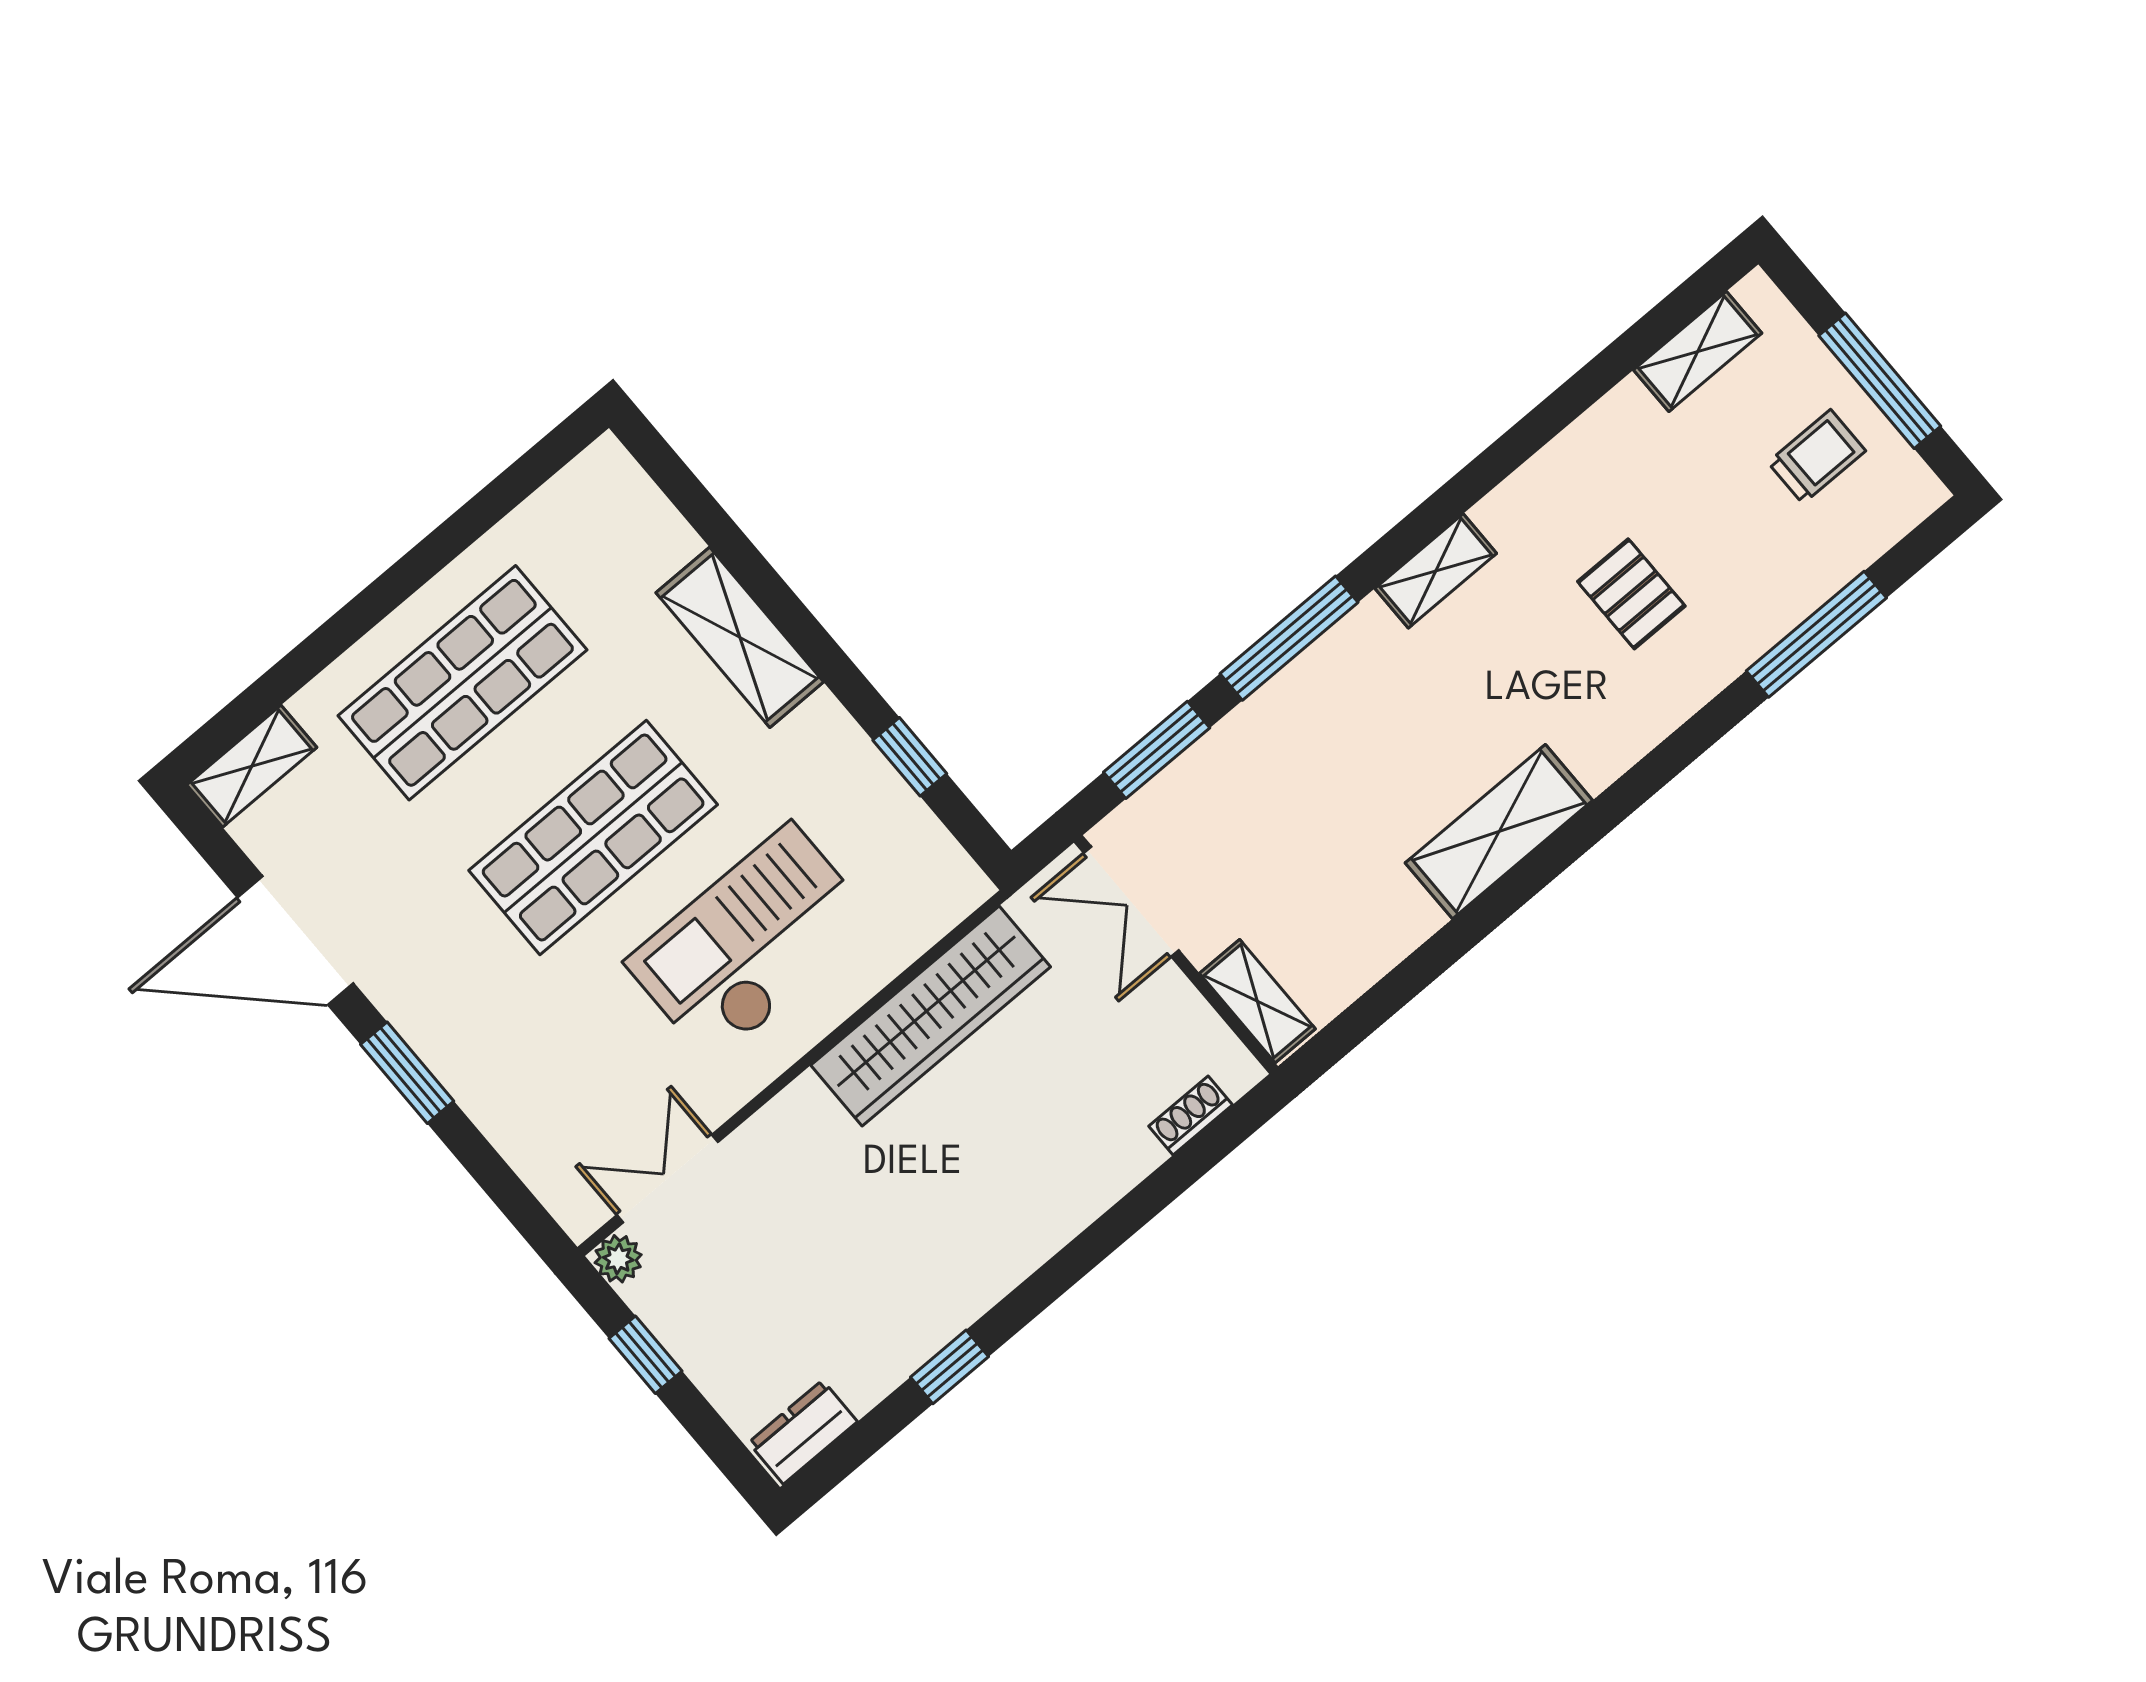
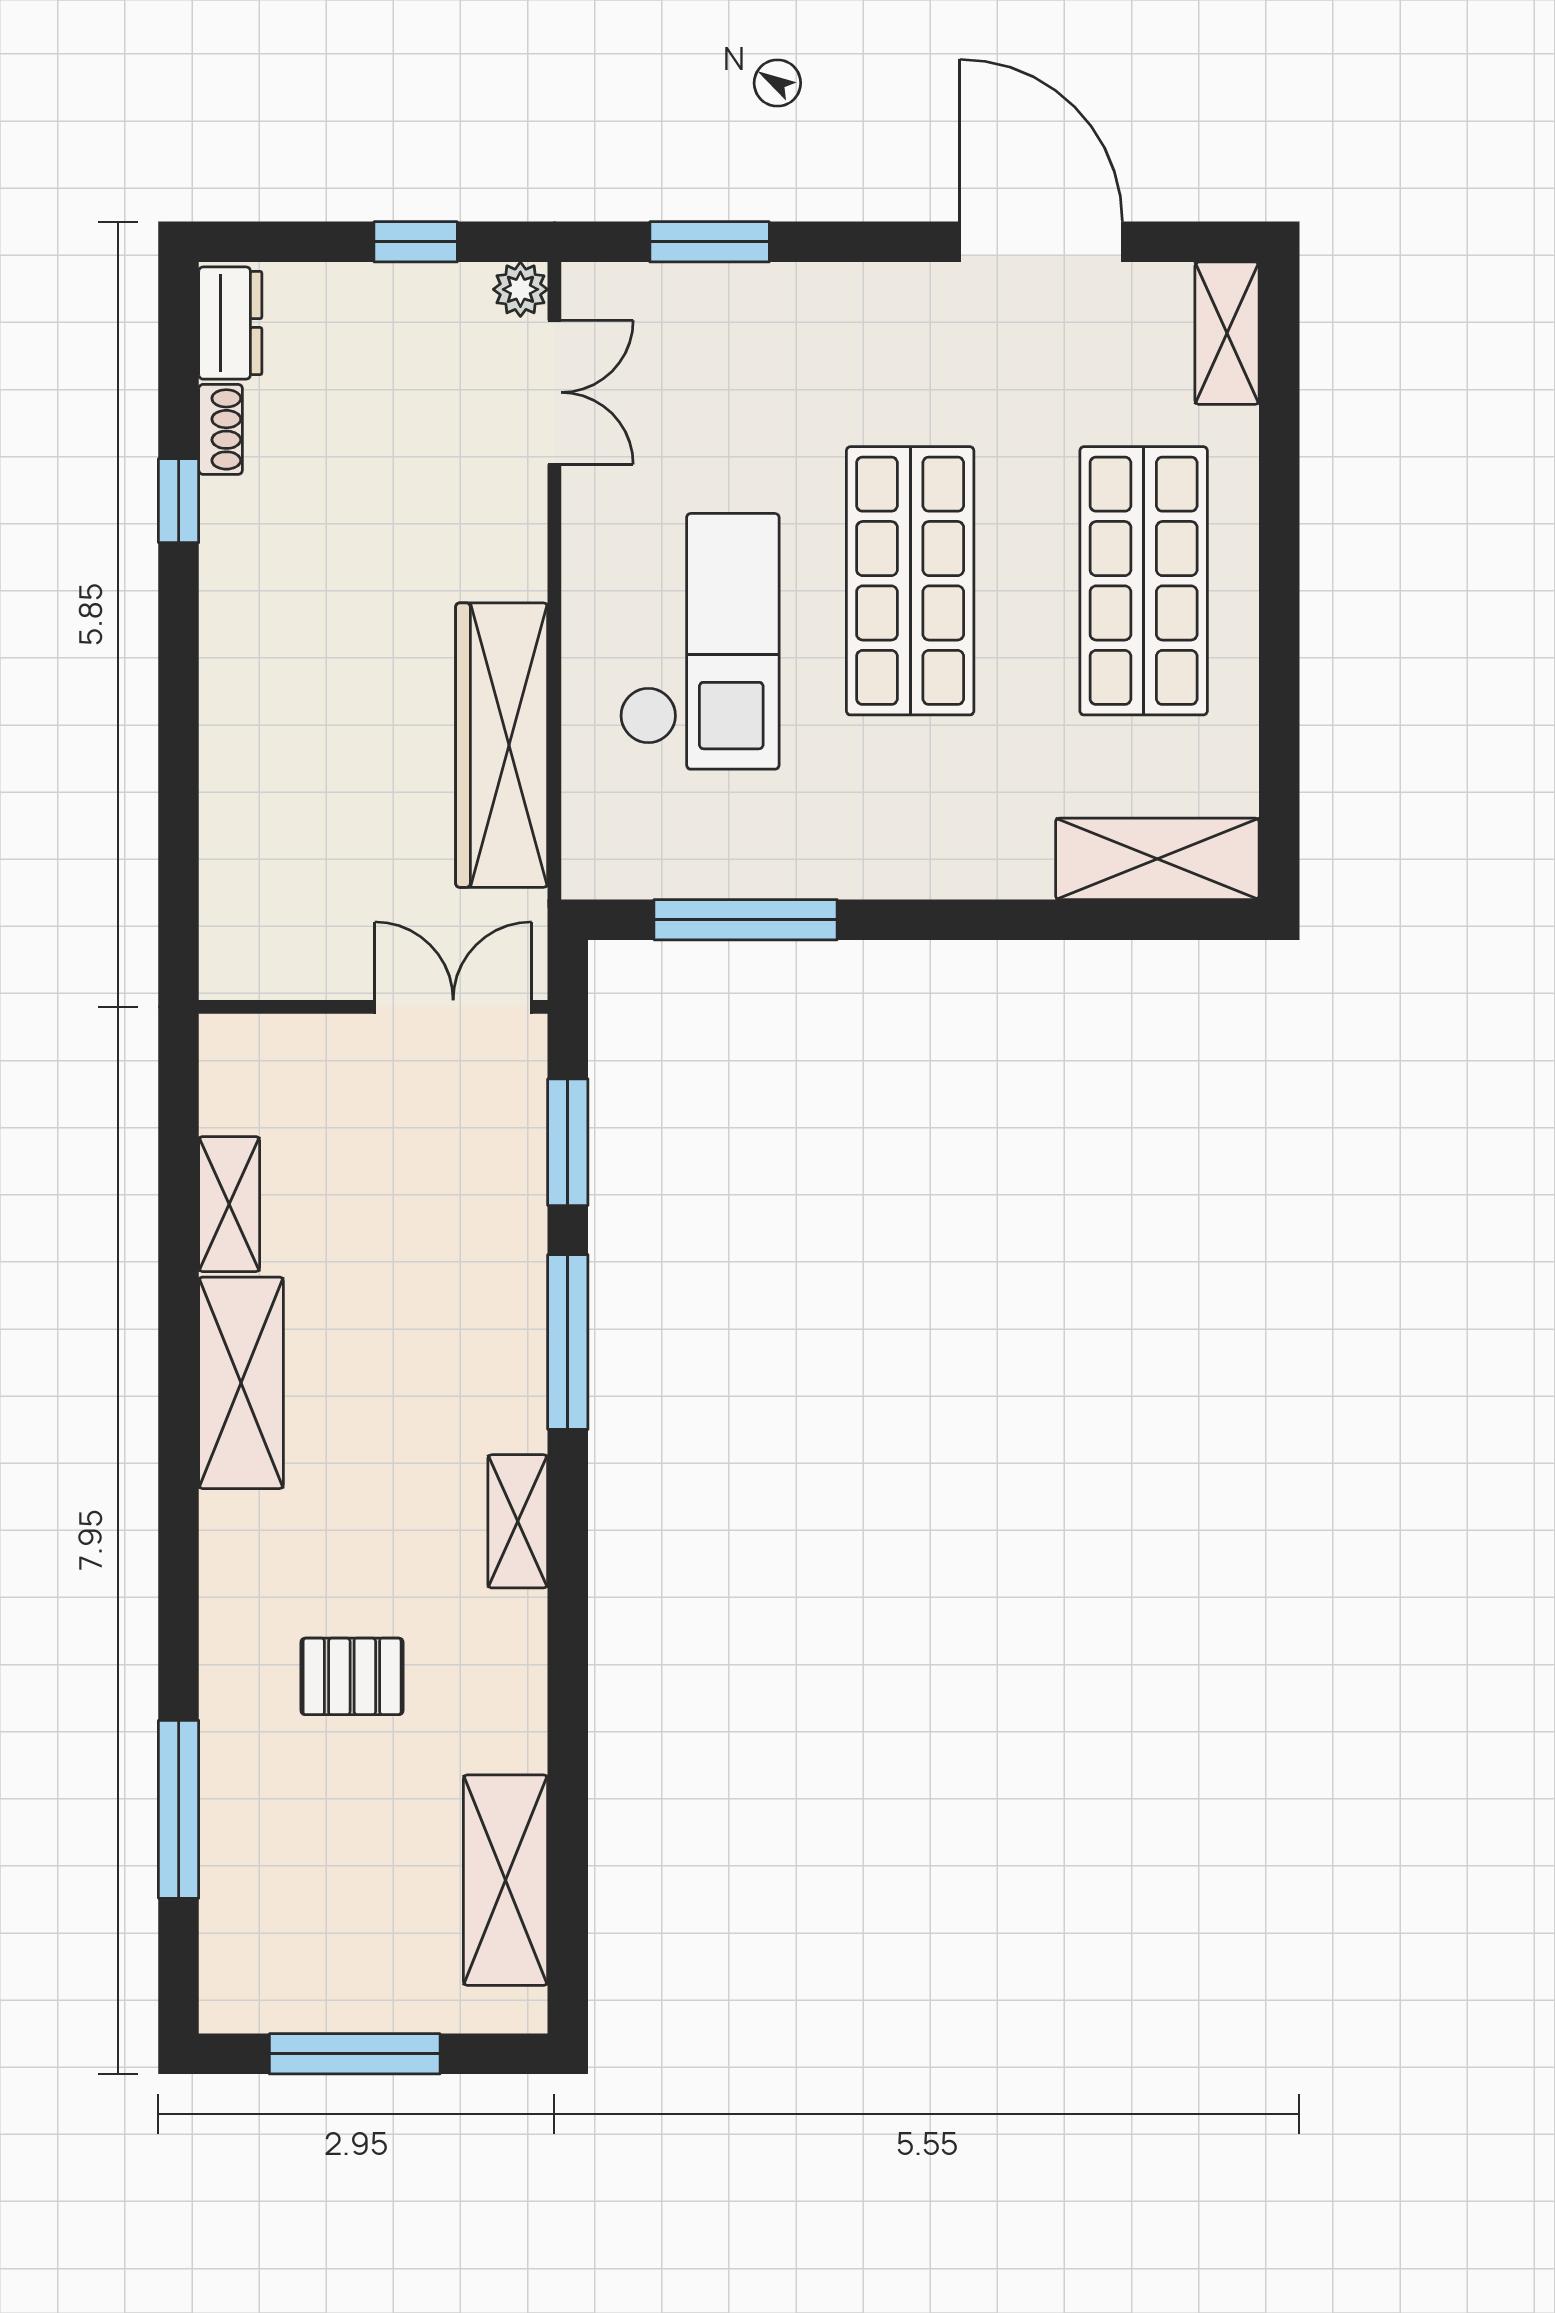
shelving: (1698, 351) -> (506, 1880), width x1.50, depth x1.33
trolley: (1817, 457) -> (335, 1942), removed
shelving: (740, 637) -> (1157, 859), moved
window: (910, 757) -> (746, 920), width x2.17
door: (295, 940) -> (1041, 242), hinge flipped
shelving: (1257, 1001) -> (229, 1204), moved, turned 90
window: (407, 1073) -> (710, 242), moved
shoe rack: (1191, 1116) -> (221, 429), moved

